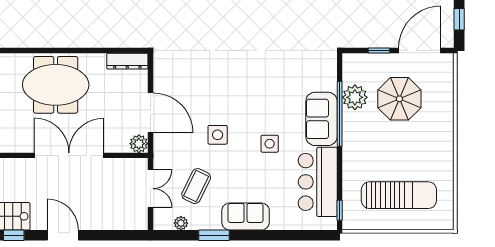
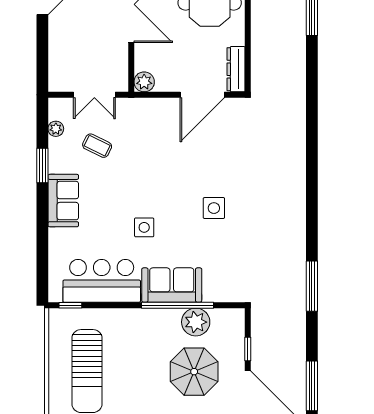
door: (150, 113) -> (202, 95), moved
side table: (218, 135) -> (214, 208), moved
coffee table: (196, 186) -> (97, 146), width x0.73, depth x0.77

